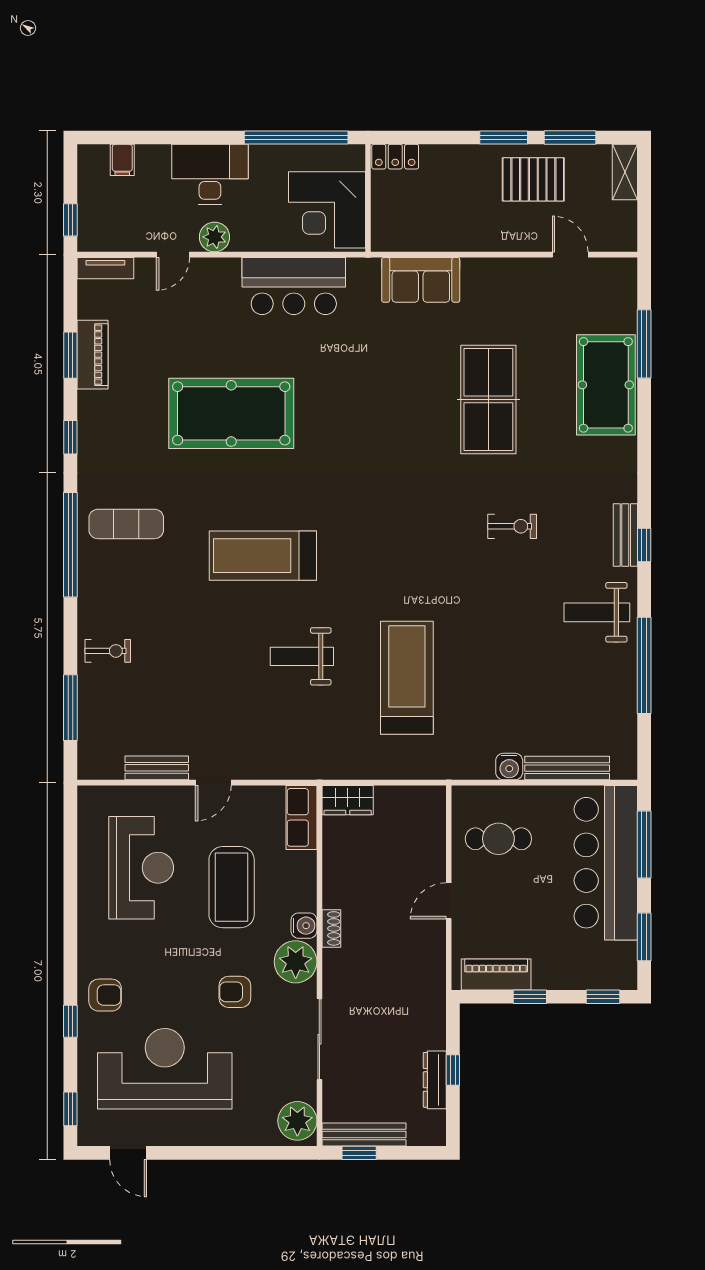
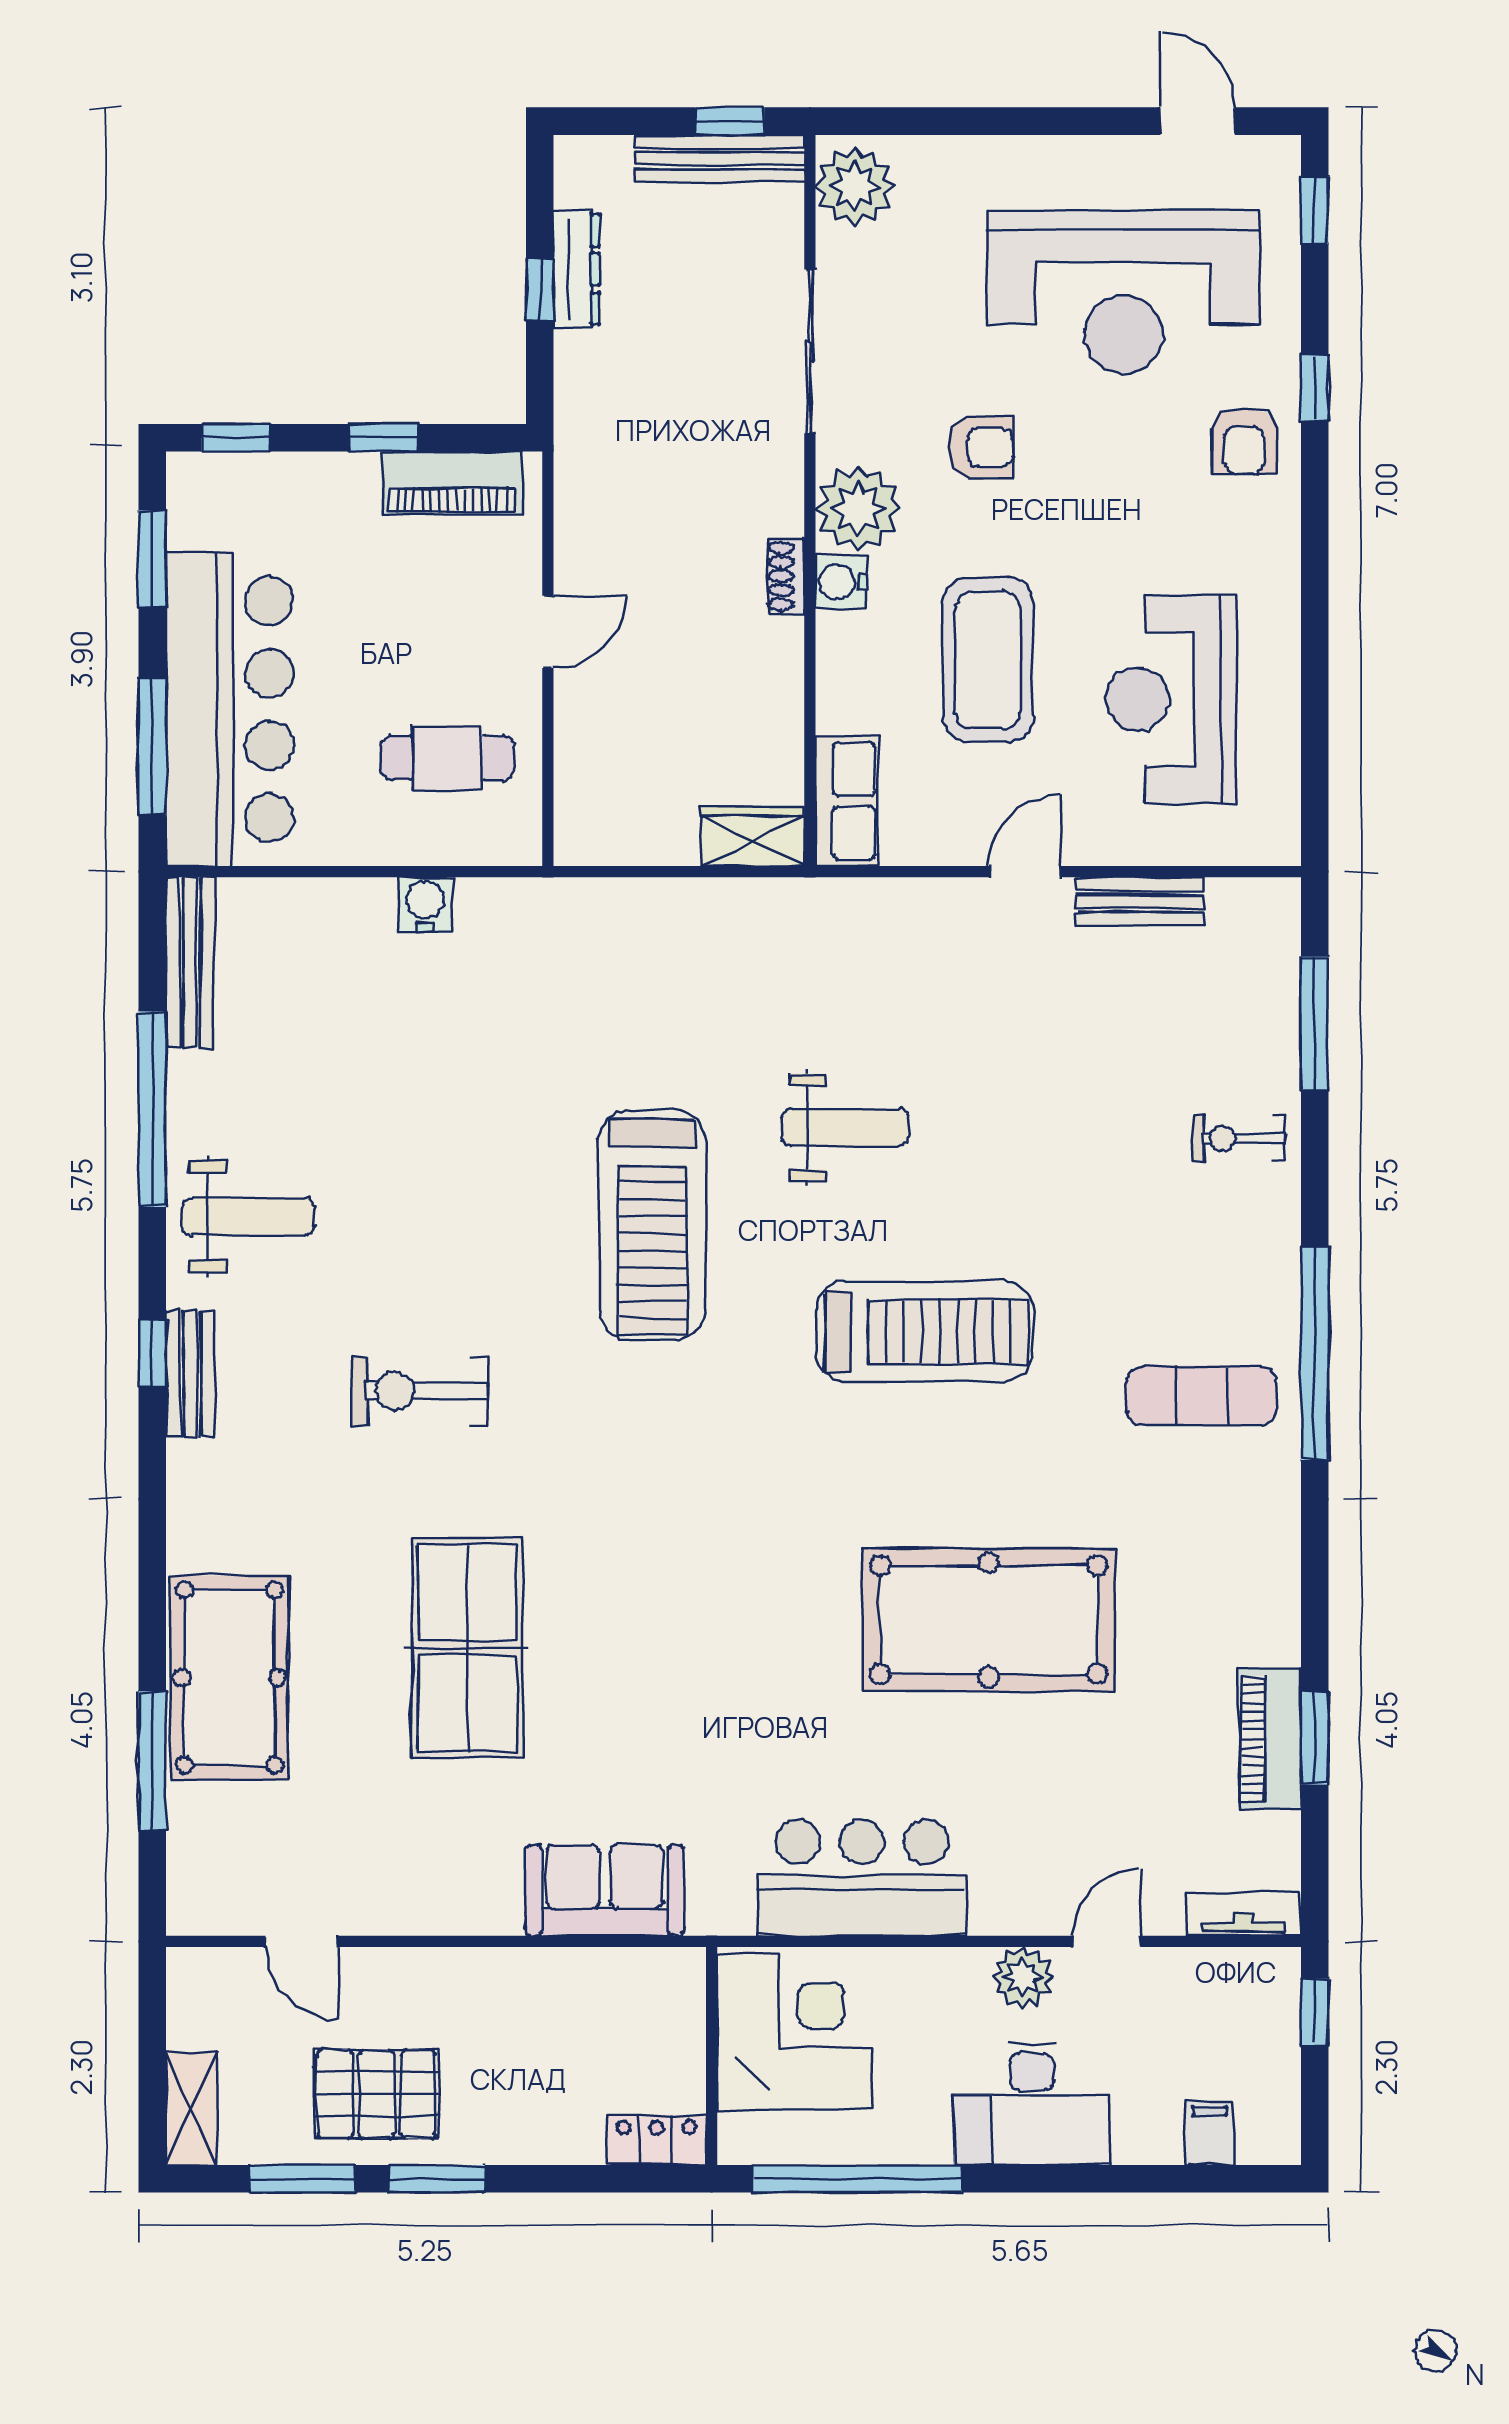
window: (70, 437) -> (1315, 1571), removed
exercise bike: (512, 526) -> (420, 1391), width x1.38, depth x1.39
treadmill: (407, 678) -> (652, 1225), moved
bench: (567, 768) -> (190, 963), moved, turned 90
armchair: (105, 995) -> (1244, 441), turned -90

